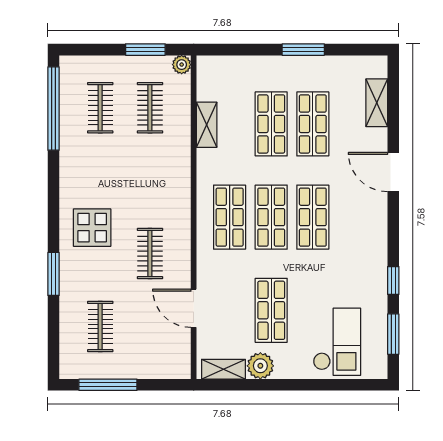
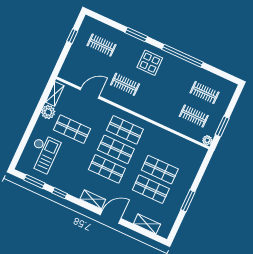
window: (54, 109) -> (183, 56), moved
shelving: (207, 125) -> (93, 199), moved
checkout: (337, 342) -> (43, 153), turned -90
window: (108, 385) -> (72, 36), width x0.46

